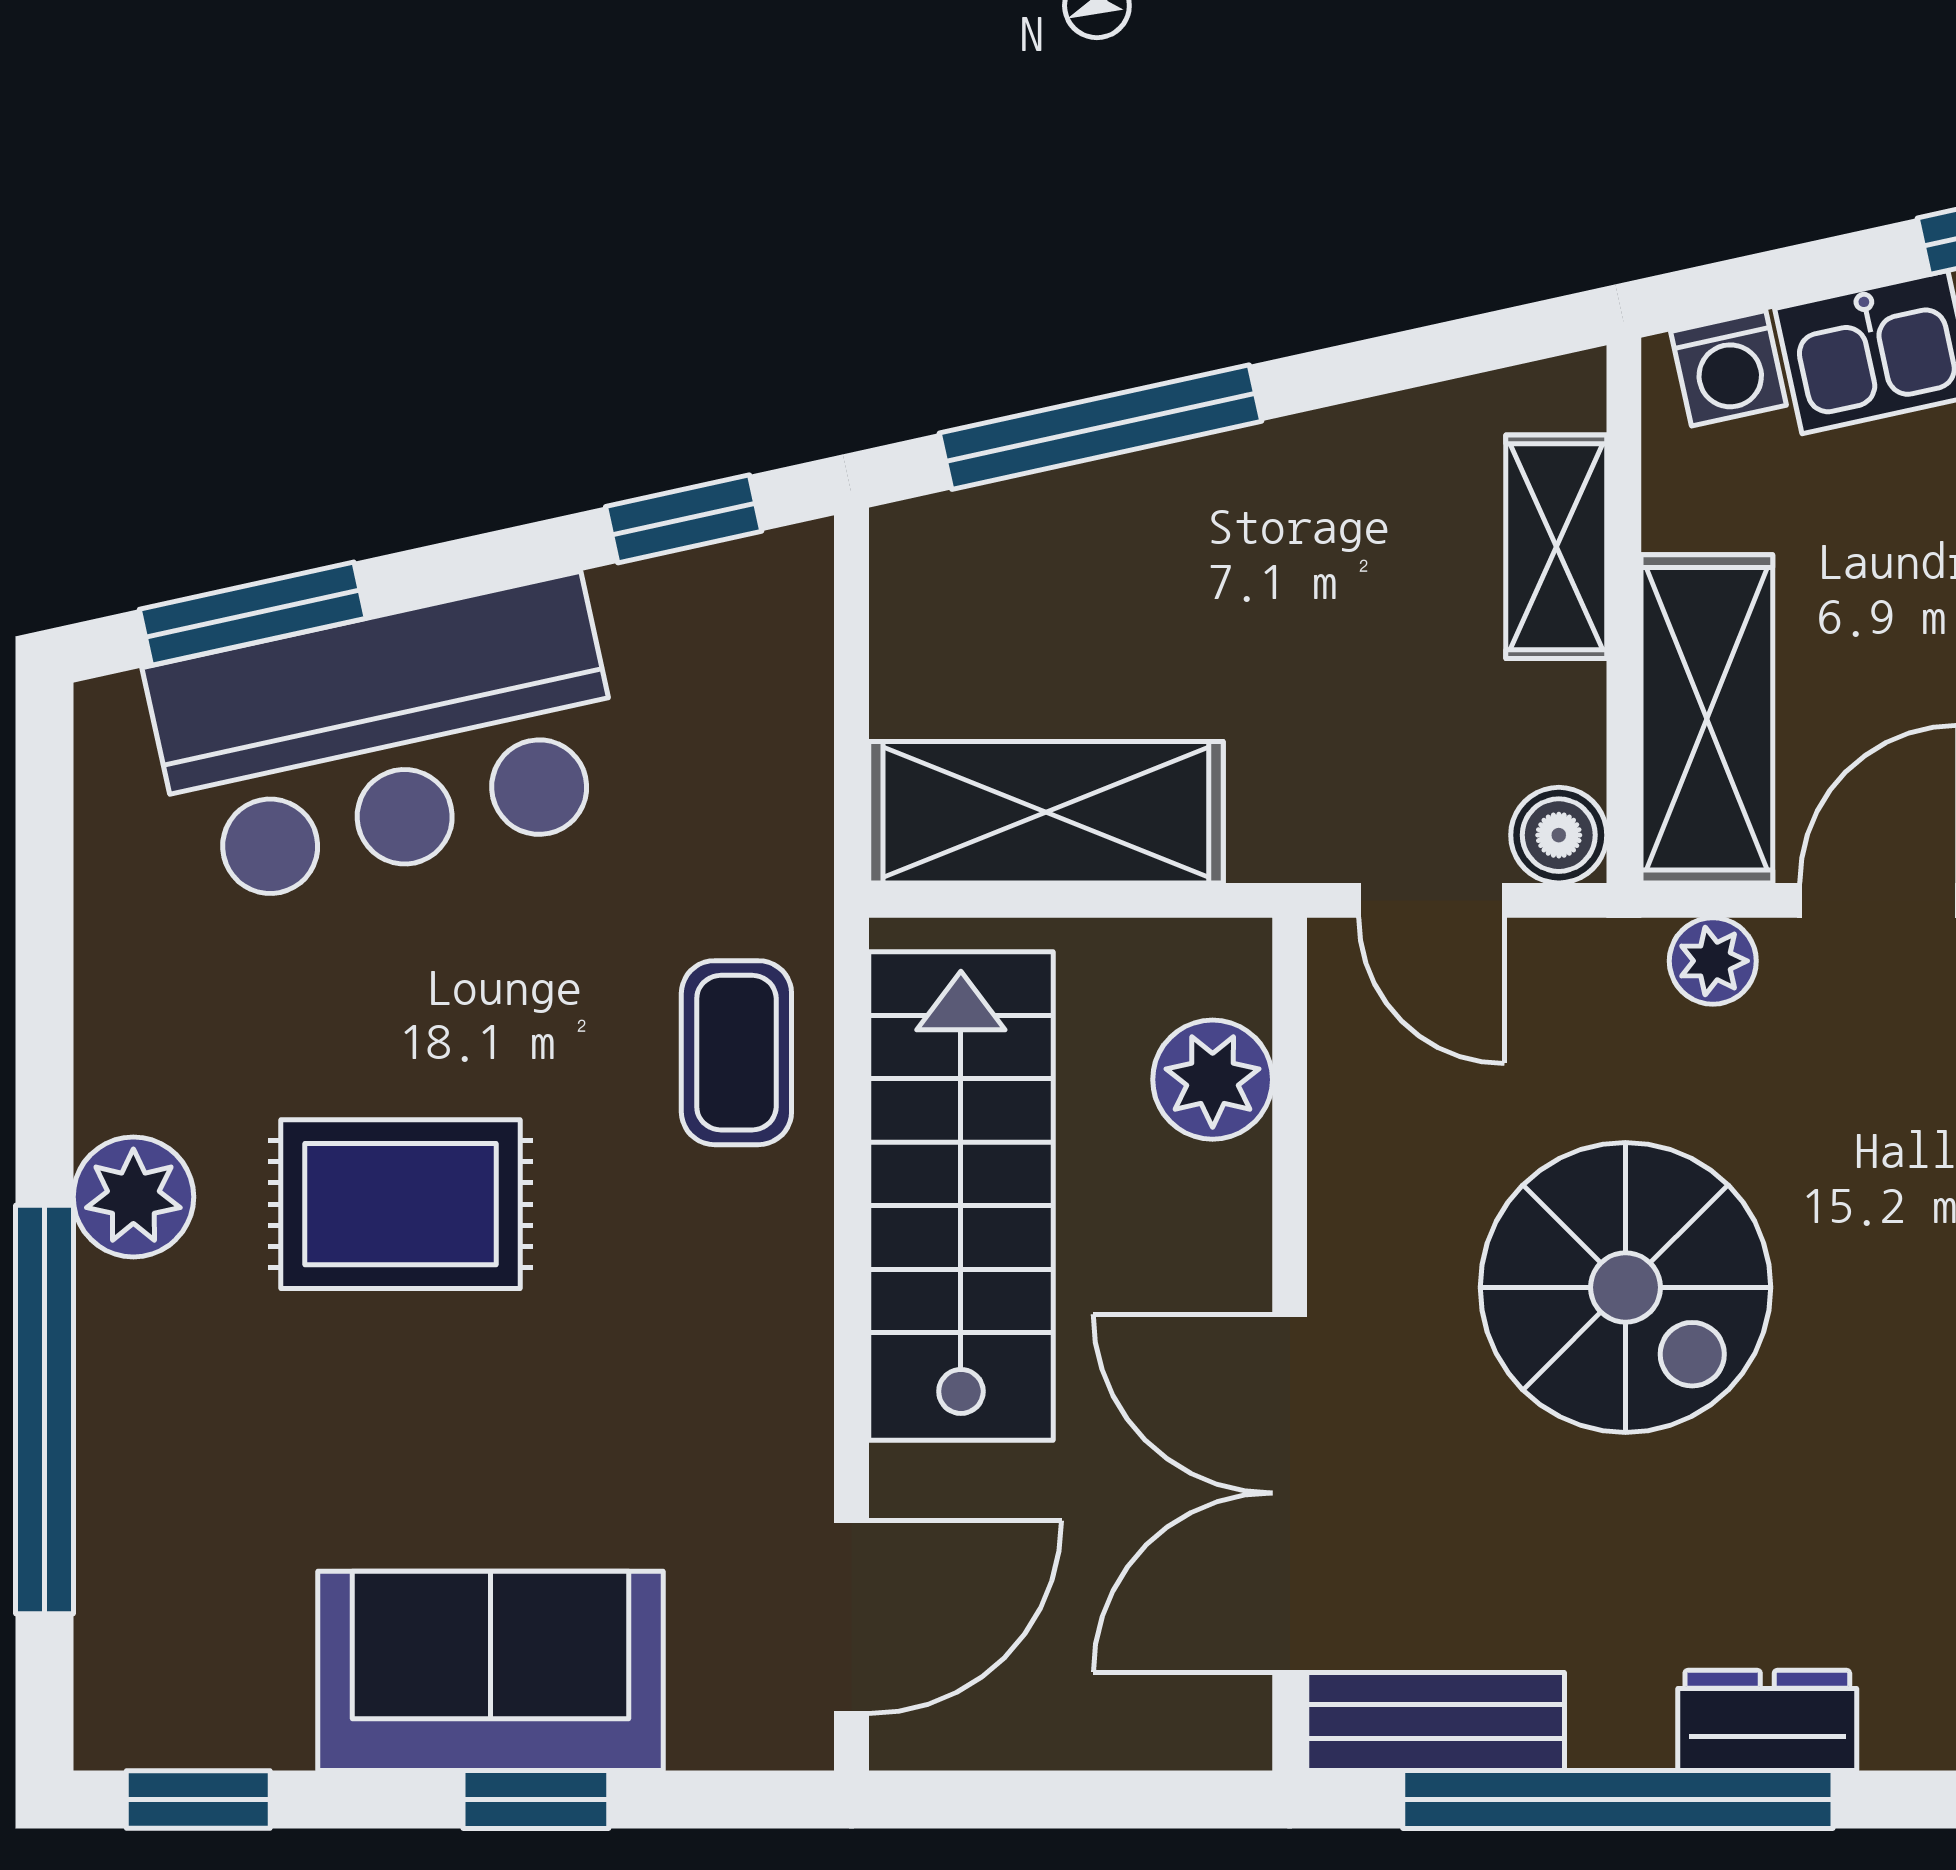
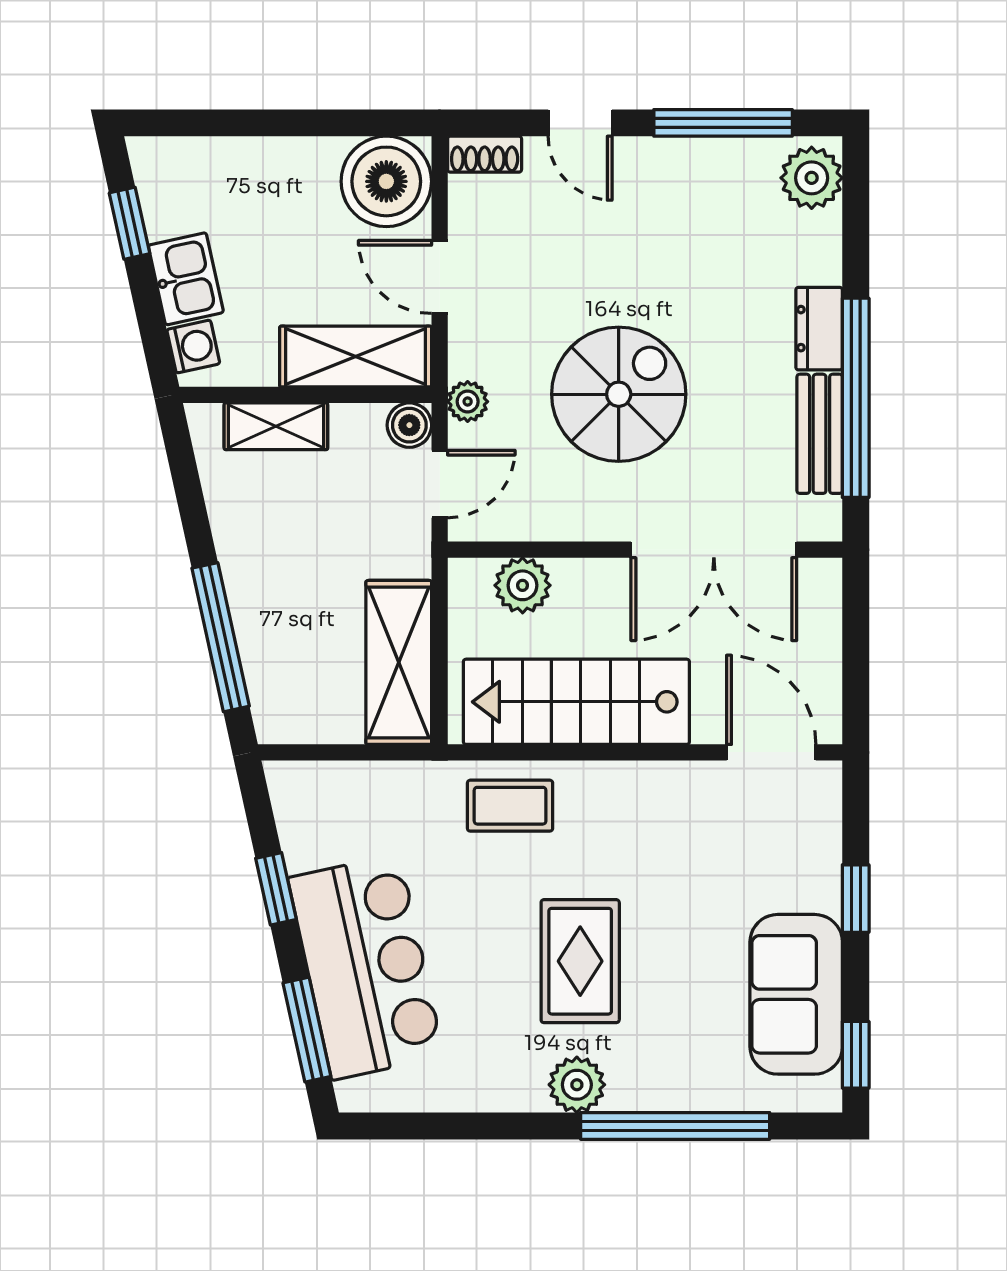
window: (684, 519) -> (276, 889), moved
plant: (1713, 961) -> (468, 402), moved
sofa: (491, 1671) -> (796, 994), moved
bench: (1436, 1722) -> (820, 434), moved

